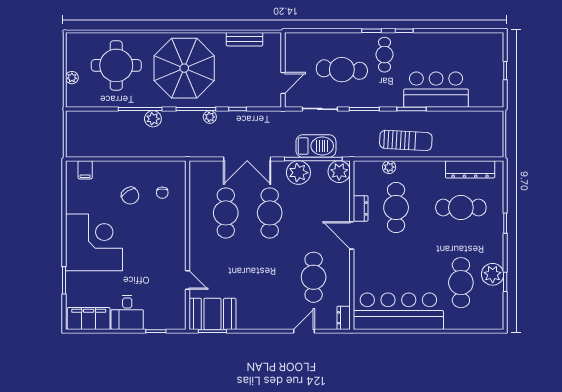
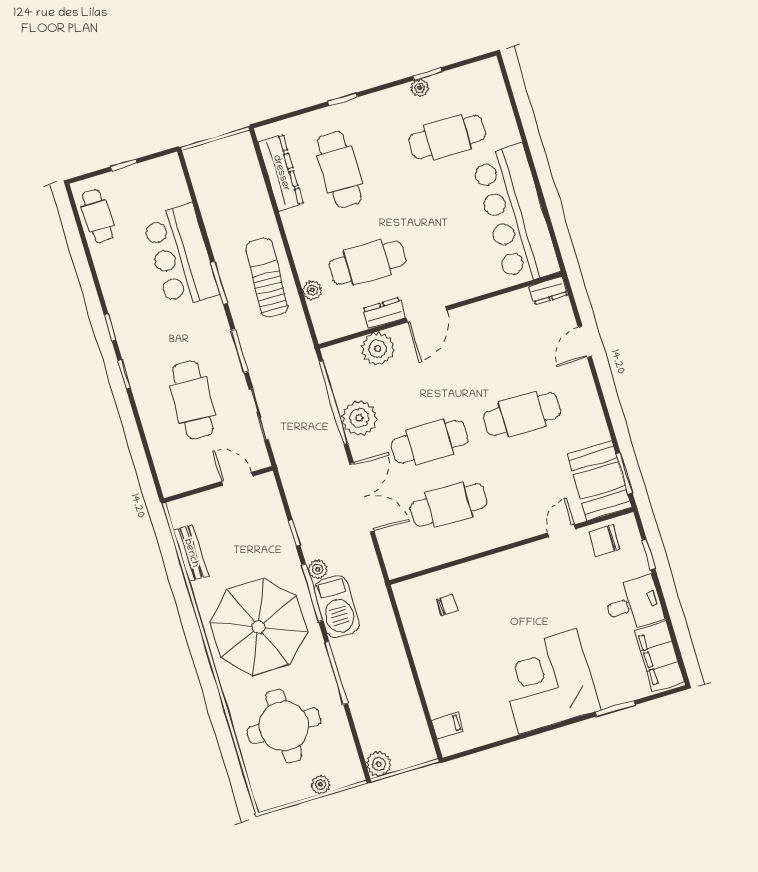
cafe table: (385, 55) -> (97, 216), moved, turned 90
plant: (153, 119) -> (379, 764), moved
barbecue: (316, 146) -> (337, 607), moved, turned 180
plant: (339, 172) -> (378, 349), moved
chair: (130, 196) -> (604, 540), moved, turned -148
plant: (493, 274) -> (420, 88), width x0.53, depth x0.53
cafe table: (314, 277) -> (522, 414), moved
door: (304, 331) -> (585, 342), hinge flipped

